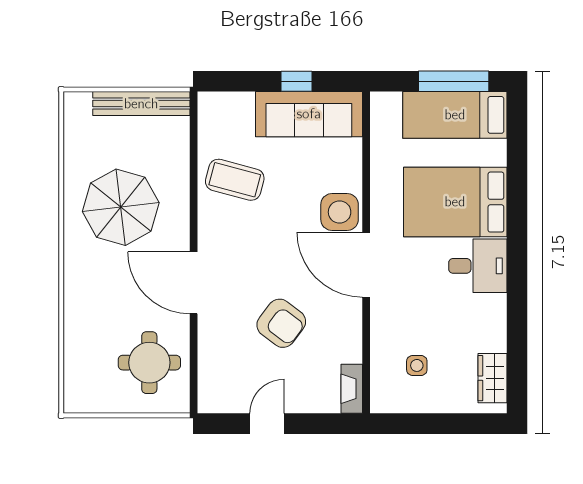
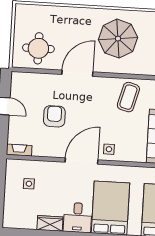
side table: (340, 212) -> (109, 149), width x0.54, depth x0.54
armchair: (281, 323) -> (54, 116), turned 143
wardrobe: (492, 378) -> (50, 223), moved

